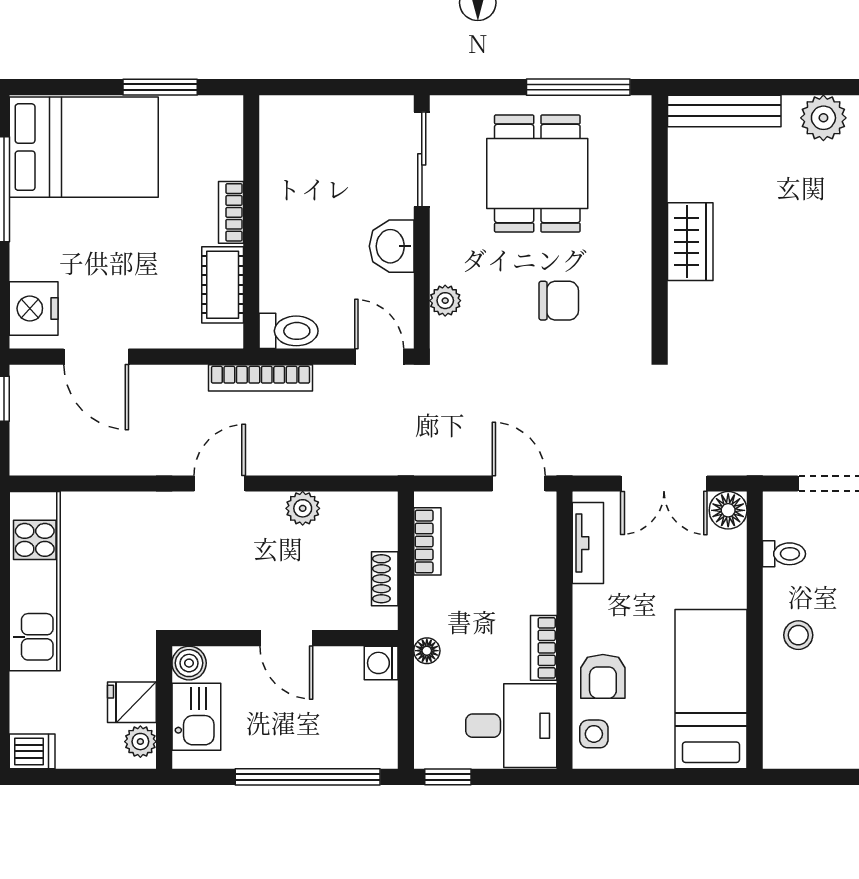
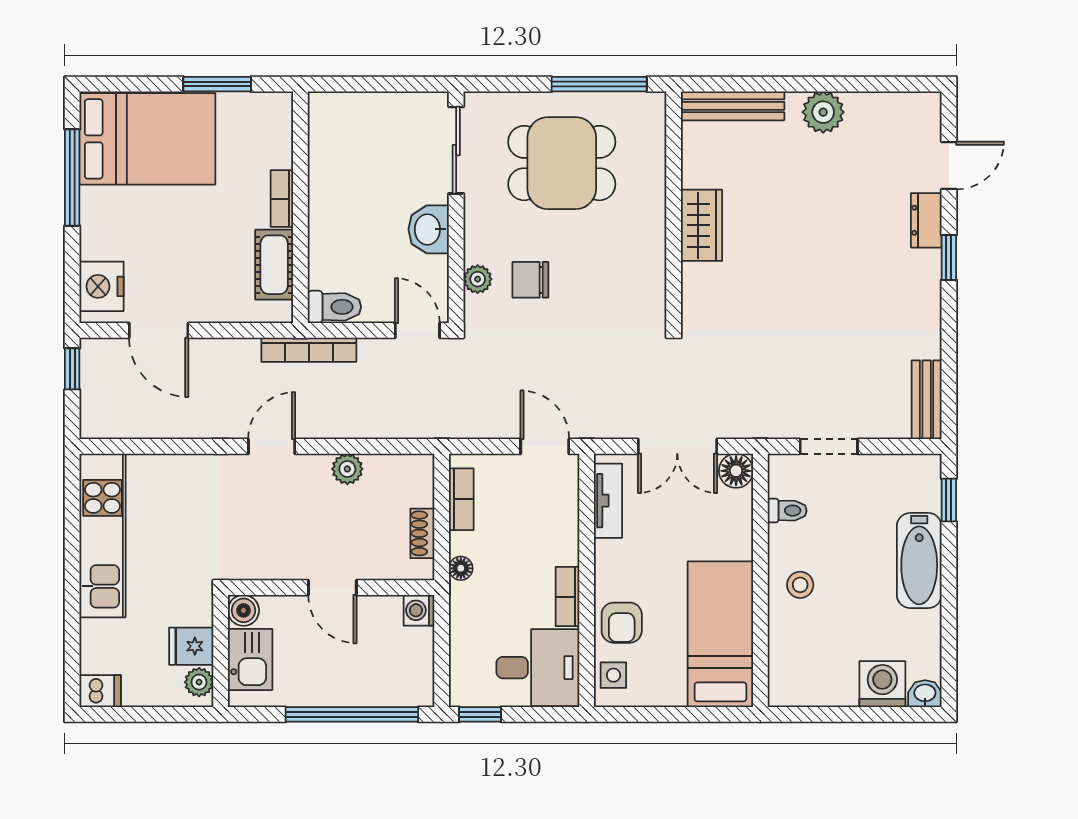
dining table: (537, 173) -> (562, 163), turned 90
chair: (559, 301) -> (530, 280), moved, turned 180
floor lamp: (427, 651) -> (461, 568), moved

